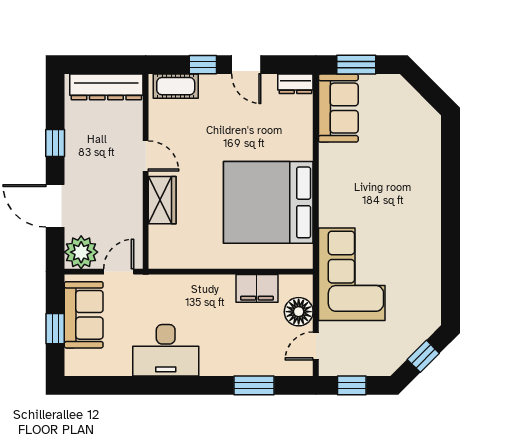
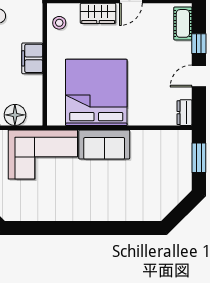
sofa: (338, 108) -> (104, 144), moved
stool: (175, 252) -> (59, 23), added
filing cabinet: (257, 288) -> (32, 58), moved

